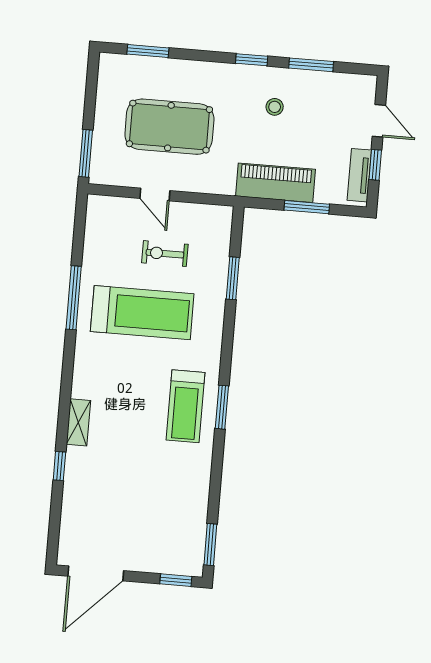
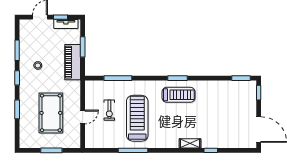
window: (148, 51) -> (17, 109), moved
window: (86, 153) -> (51, 150), moved
window: (233, 278) -> (118, 78), width x1.44

